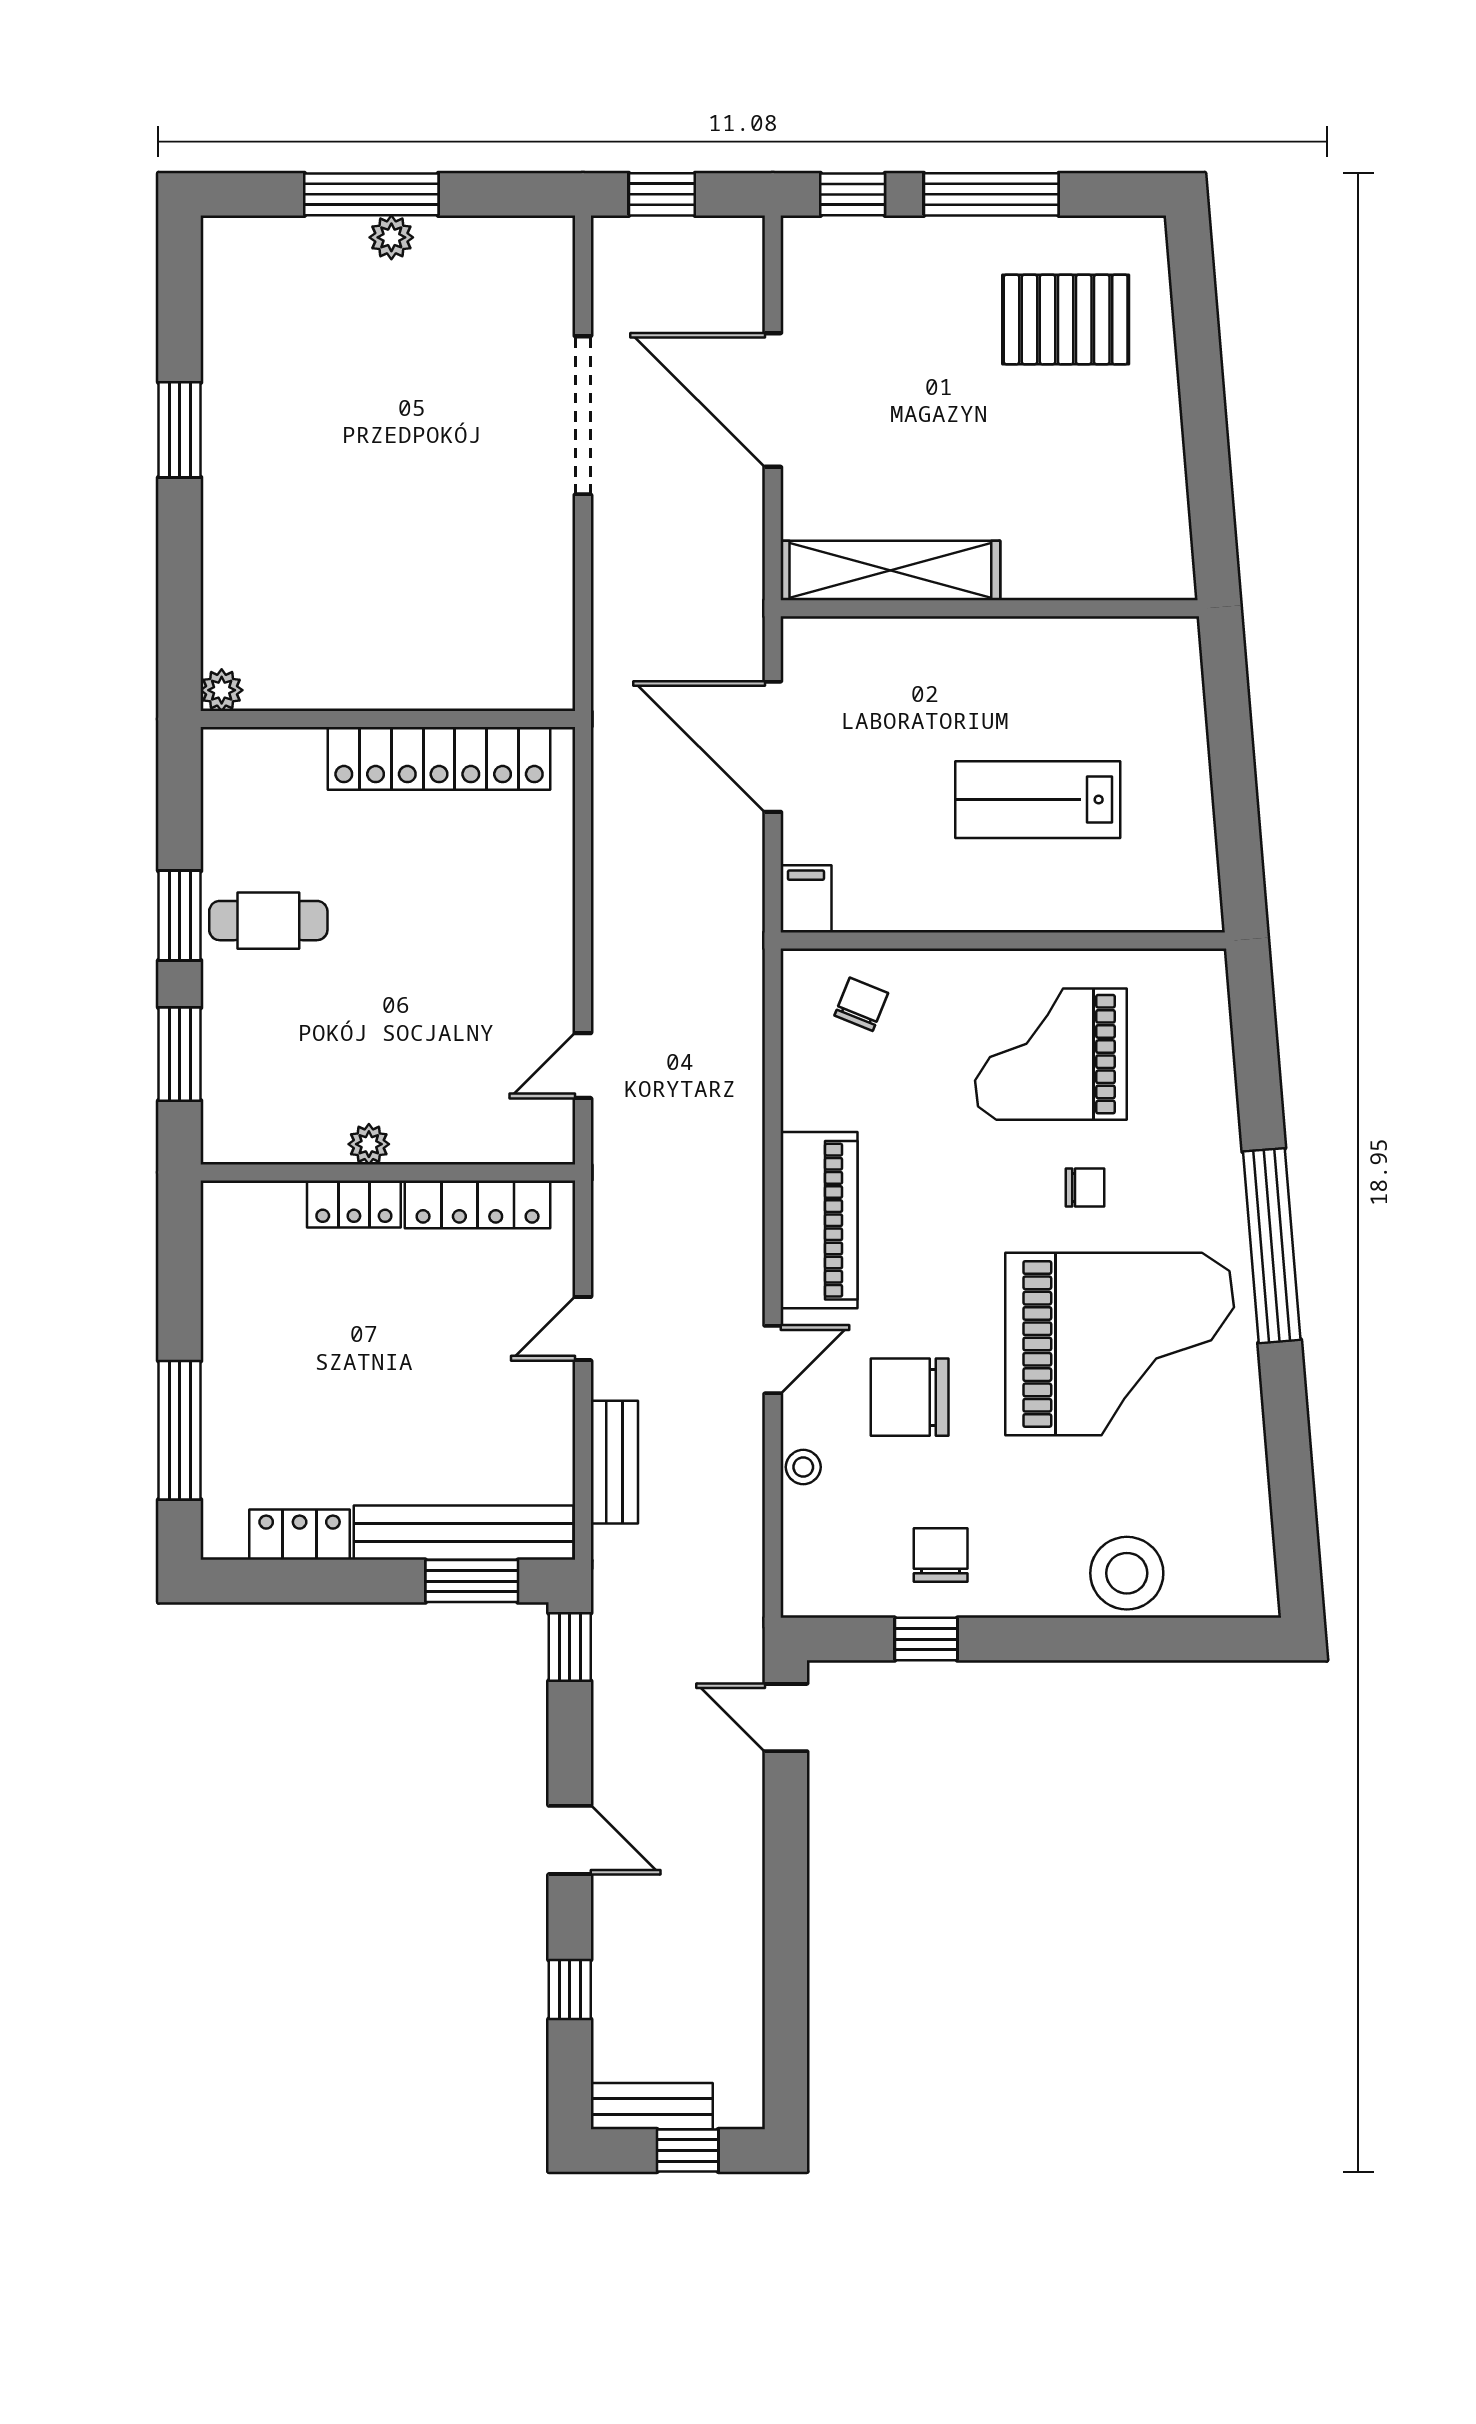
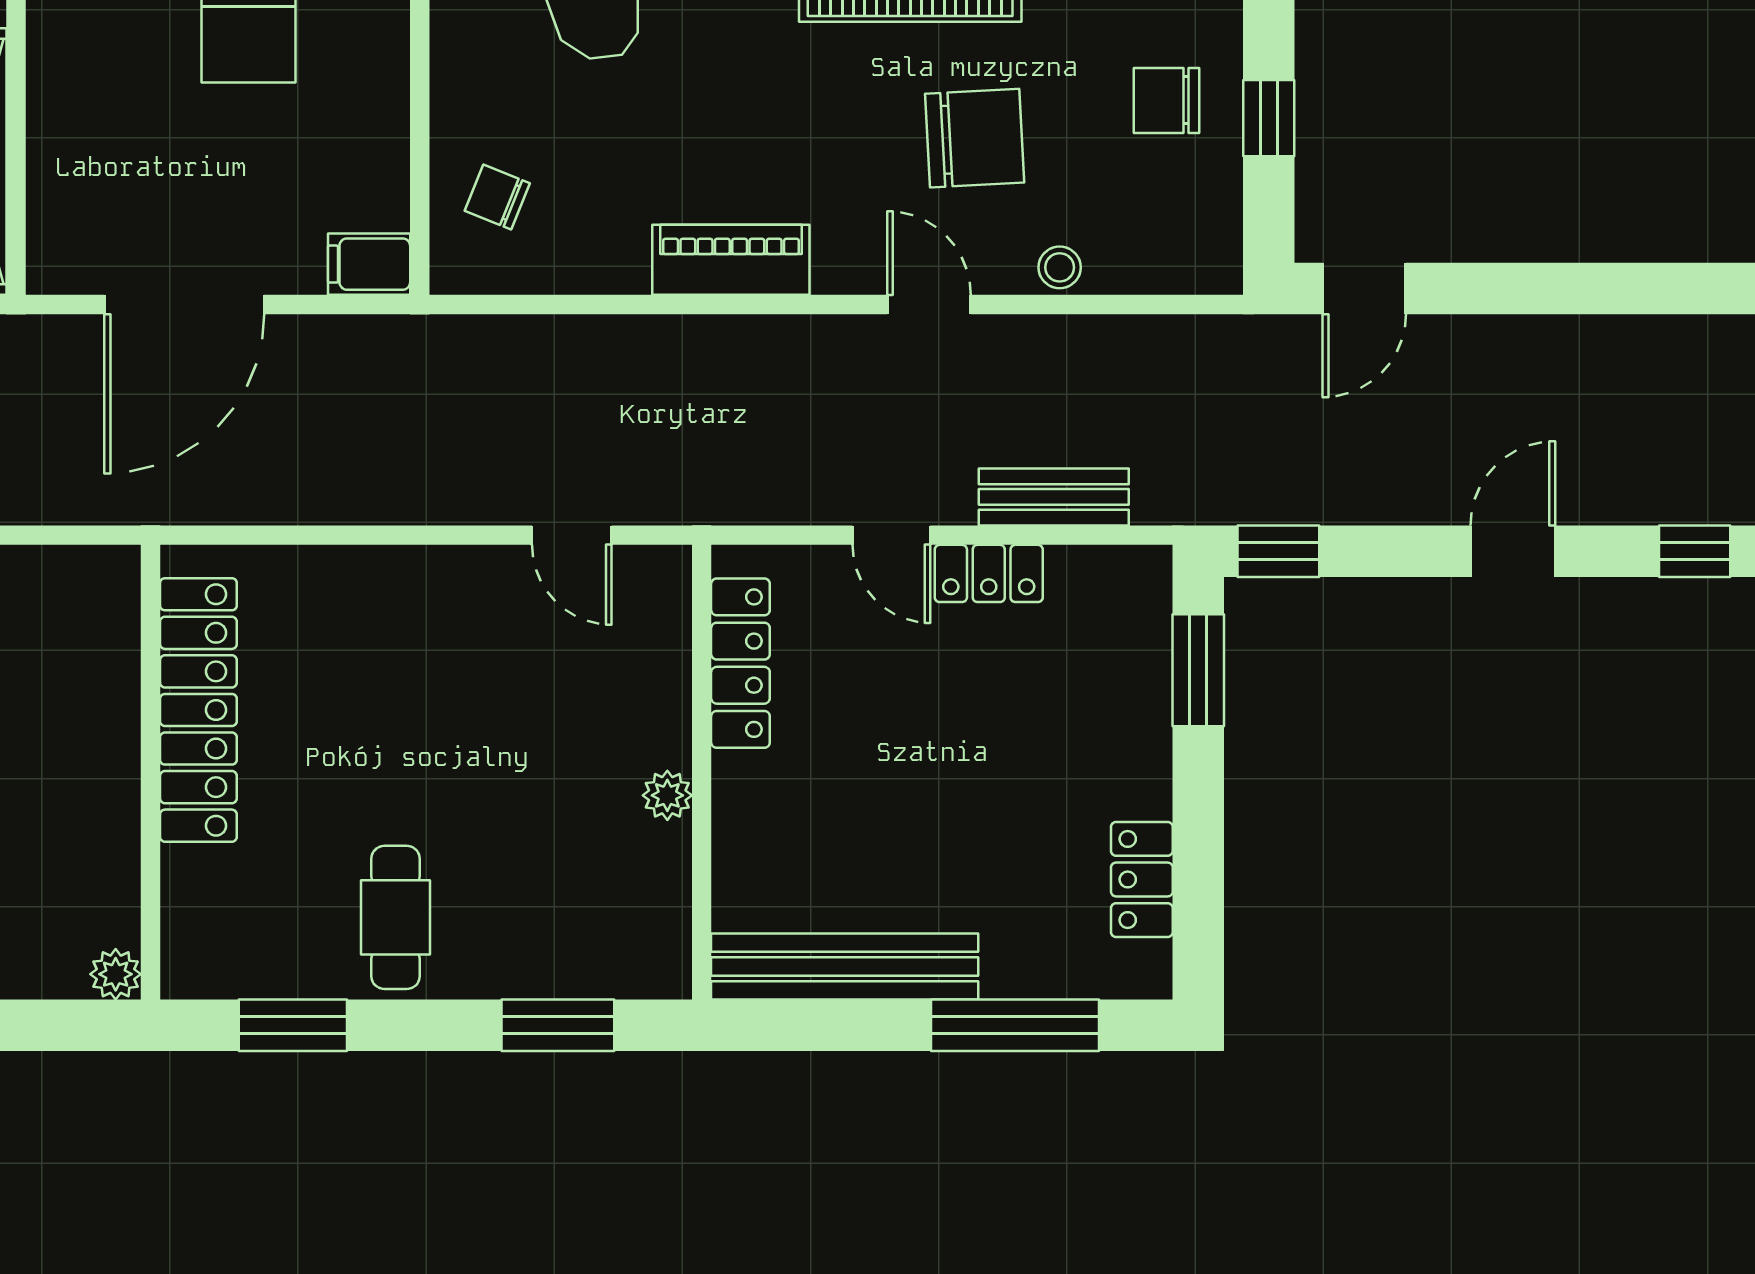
window: (180, 916) -> (293, 1025), moved
locker: (354, 1204) -> (989, 573), moved, turned 90
piano: (819, 1220) -> (731, 260), width x0.73, depth x0.75
chair: (910, 1397) -> (975, 138), turned -93
bench: (464, 1533) -> (845, 966), moved, turned 90

